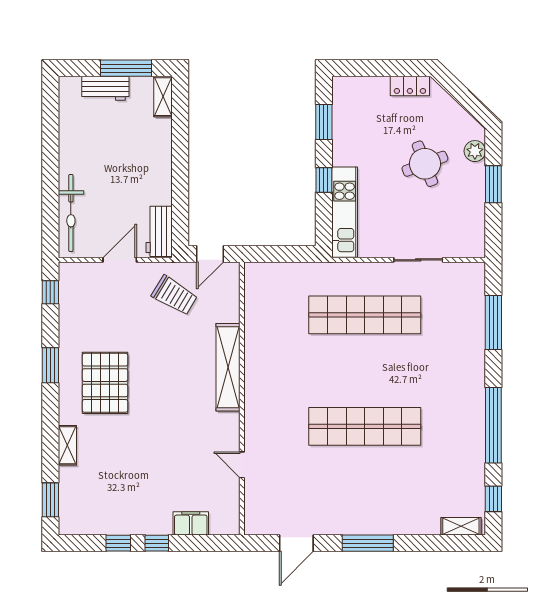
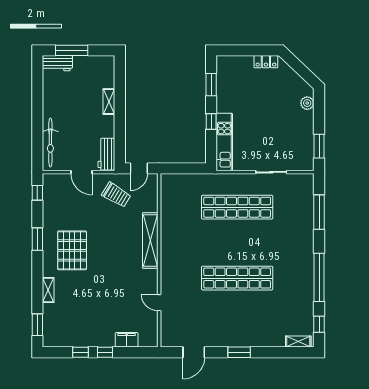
window: (126, 68) -> (72, 50), moved
workbench: (105, 88) -> (57, 63), moved
shelving: (163, 97) -> (109, 102), moved
round table: (425, 164) -> (275, 111), removed
window: (493, 184) -> (319, 146), moved
door: (120, 260) -> (81, 172), swing flipped
window: (368, 543) -> (239, 352), width x0.69

